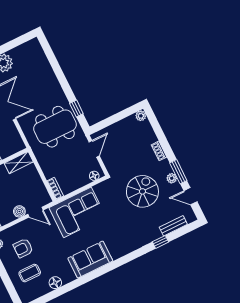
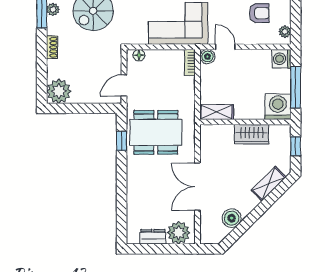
dresser: (20, 51) -> (153, 237), added
plant: (141, 116) -> (59, 91), width x1.88, depth x1.88
boiler: (19, 211) -> (207, 57), moved

